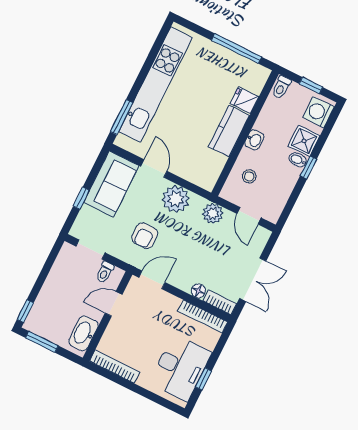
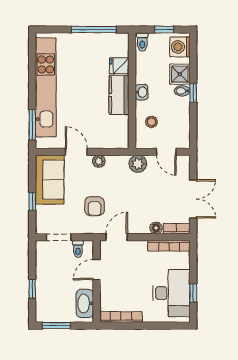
plant: (176, 199) -> (99, 161), width x0.53, depth x0.53
window: (25, 311) -> (32, 289), moved

